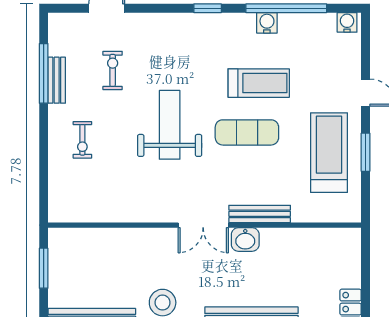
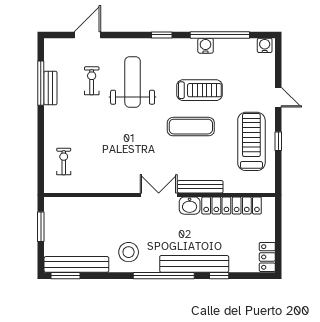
weight bench: (170, 125) -> (133, 82), moved
exercise bike: (82, 140) -> (64, 161), moved, turned 180
window: (365, 152) -> (278, 141), width x0.67
double door: (203, 225) -> (159, 195), swing flipped
locker: (302, 239) -> (232, 205), added

